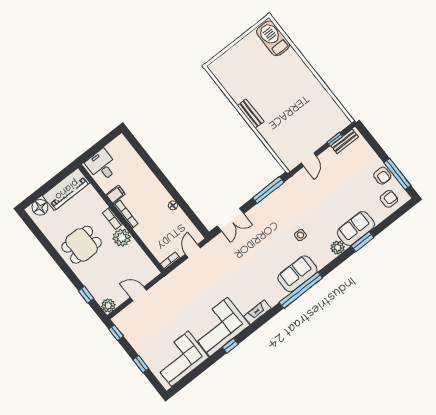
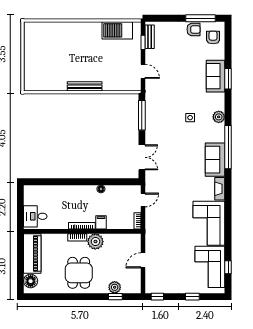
barbecue: (273, 38) -> (117, 30), moved
bench: (250, 114) -> (85, 86), width x1.36
filing cabinet: (116, 194) -> (101, 222), moved
plant: (338, 248) -> (219, 117), moved
door: (193, 251) -> (143, 200), swing flipped
sofa: (297, 274) -> (215, 160), moved
plant: (108, 306) -> (115, 287), moved
window: (230, 346) -> (228, 267), moved

